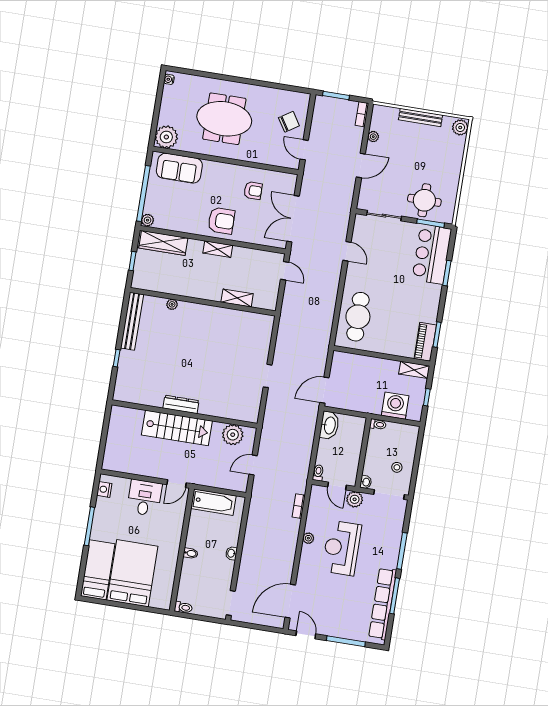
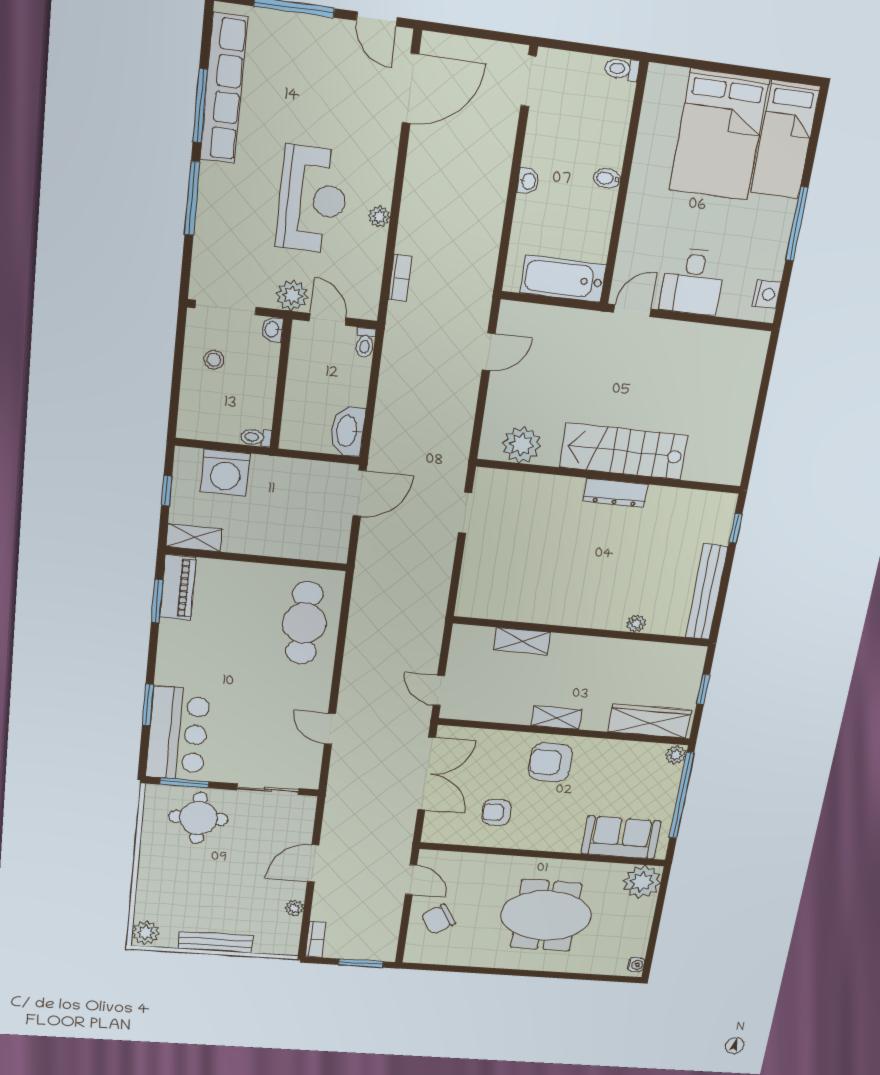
dresser: (181, 404) -> (616, 493), moved
wall: (185, 414) -> (609, 476), moved
stairs: (177, 428) -> (624, 451), moved
plant: (233, 435) -> (522, 445), moved

